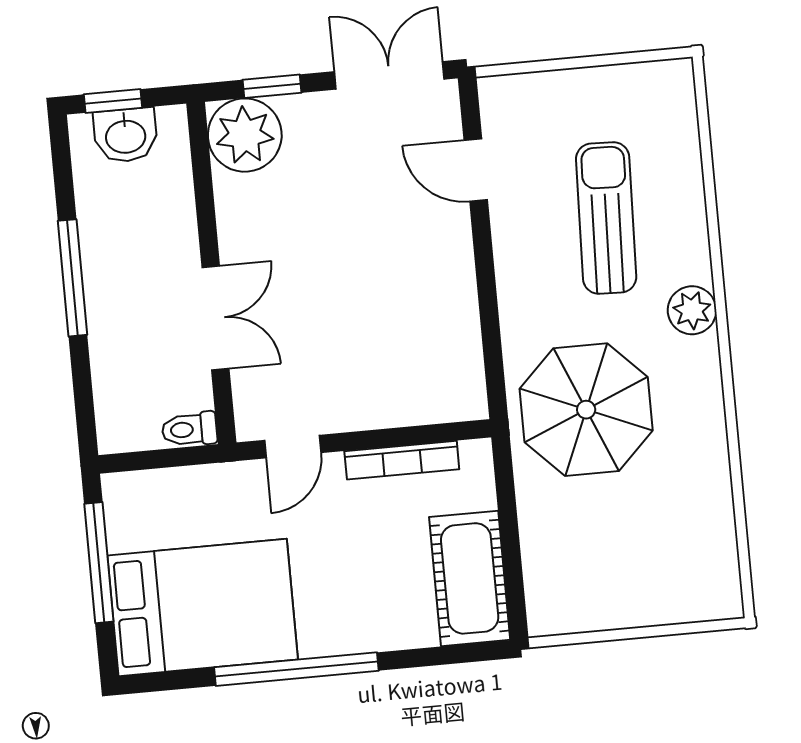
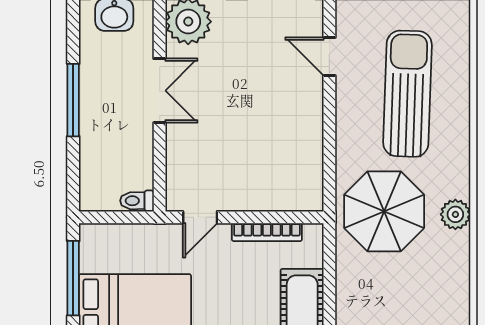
sun lounger: (606, 218) -> (407, 94), width x1.36, depth x1.34
plant: (692, 310) -> (455, 214), moved
double door: (215, 318) -> (160, 91), moved

